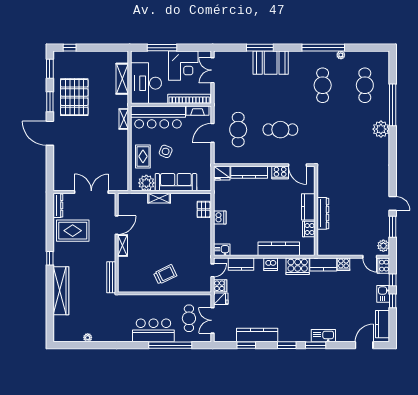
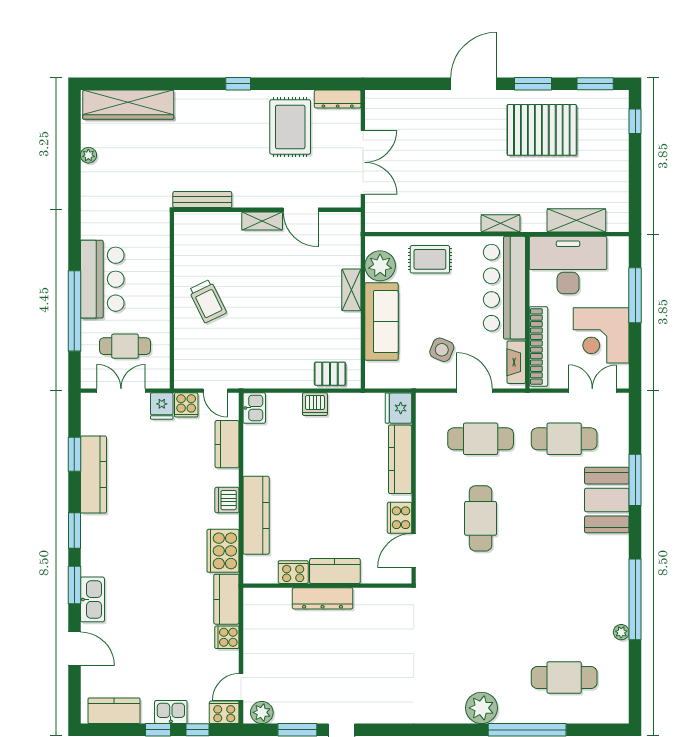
cafe table: (323, 85) -> (564, 439), moved
side table: (166, 151) -> (442, 350), moved
wardrobe: (61, 291) -> (128, 105), moved
door: (364, 345) -> (74, 649), moved

